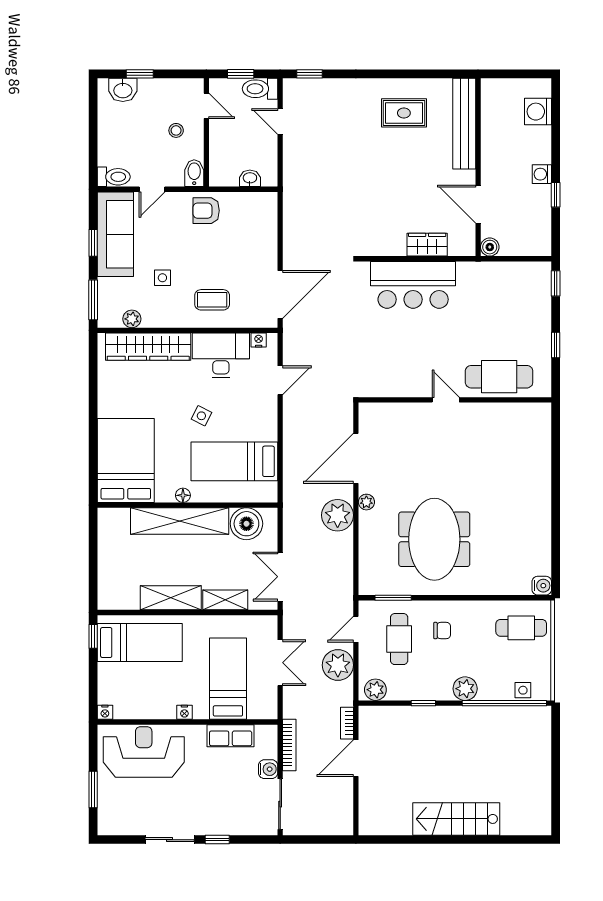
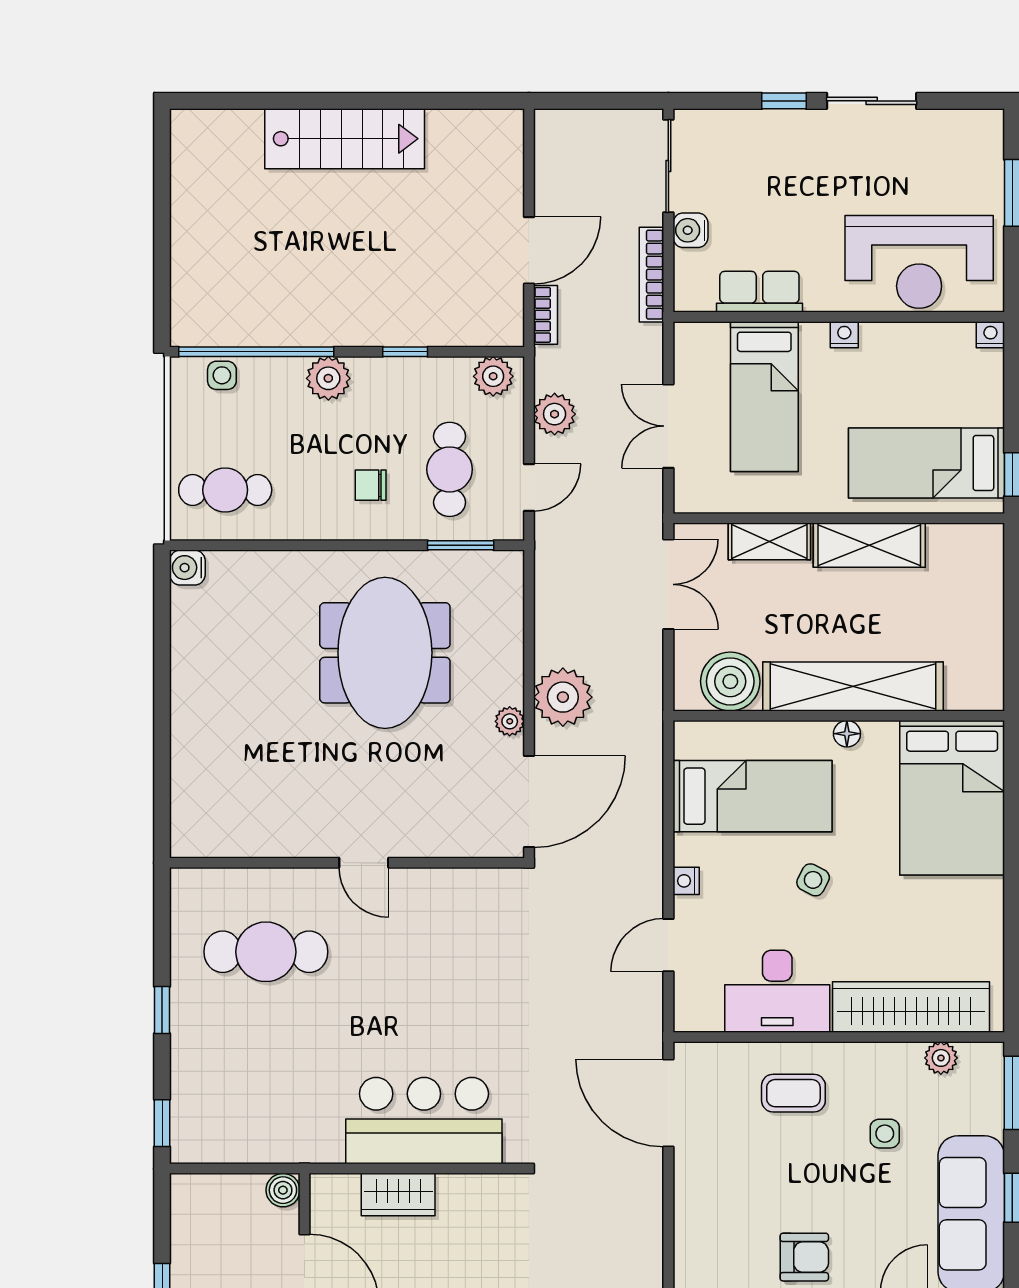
door: (280, 294) -> (668, 1103), hinge flipped
nightstand: (259, 340) -> (686, 881), moved, turned 90
door: (446, 400) -> (364, 863), moved
wall: (455, 400) -> (347, 863), moved
plant: (338, 665) -> (555, 414), width x0.73, depth x0.73

